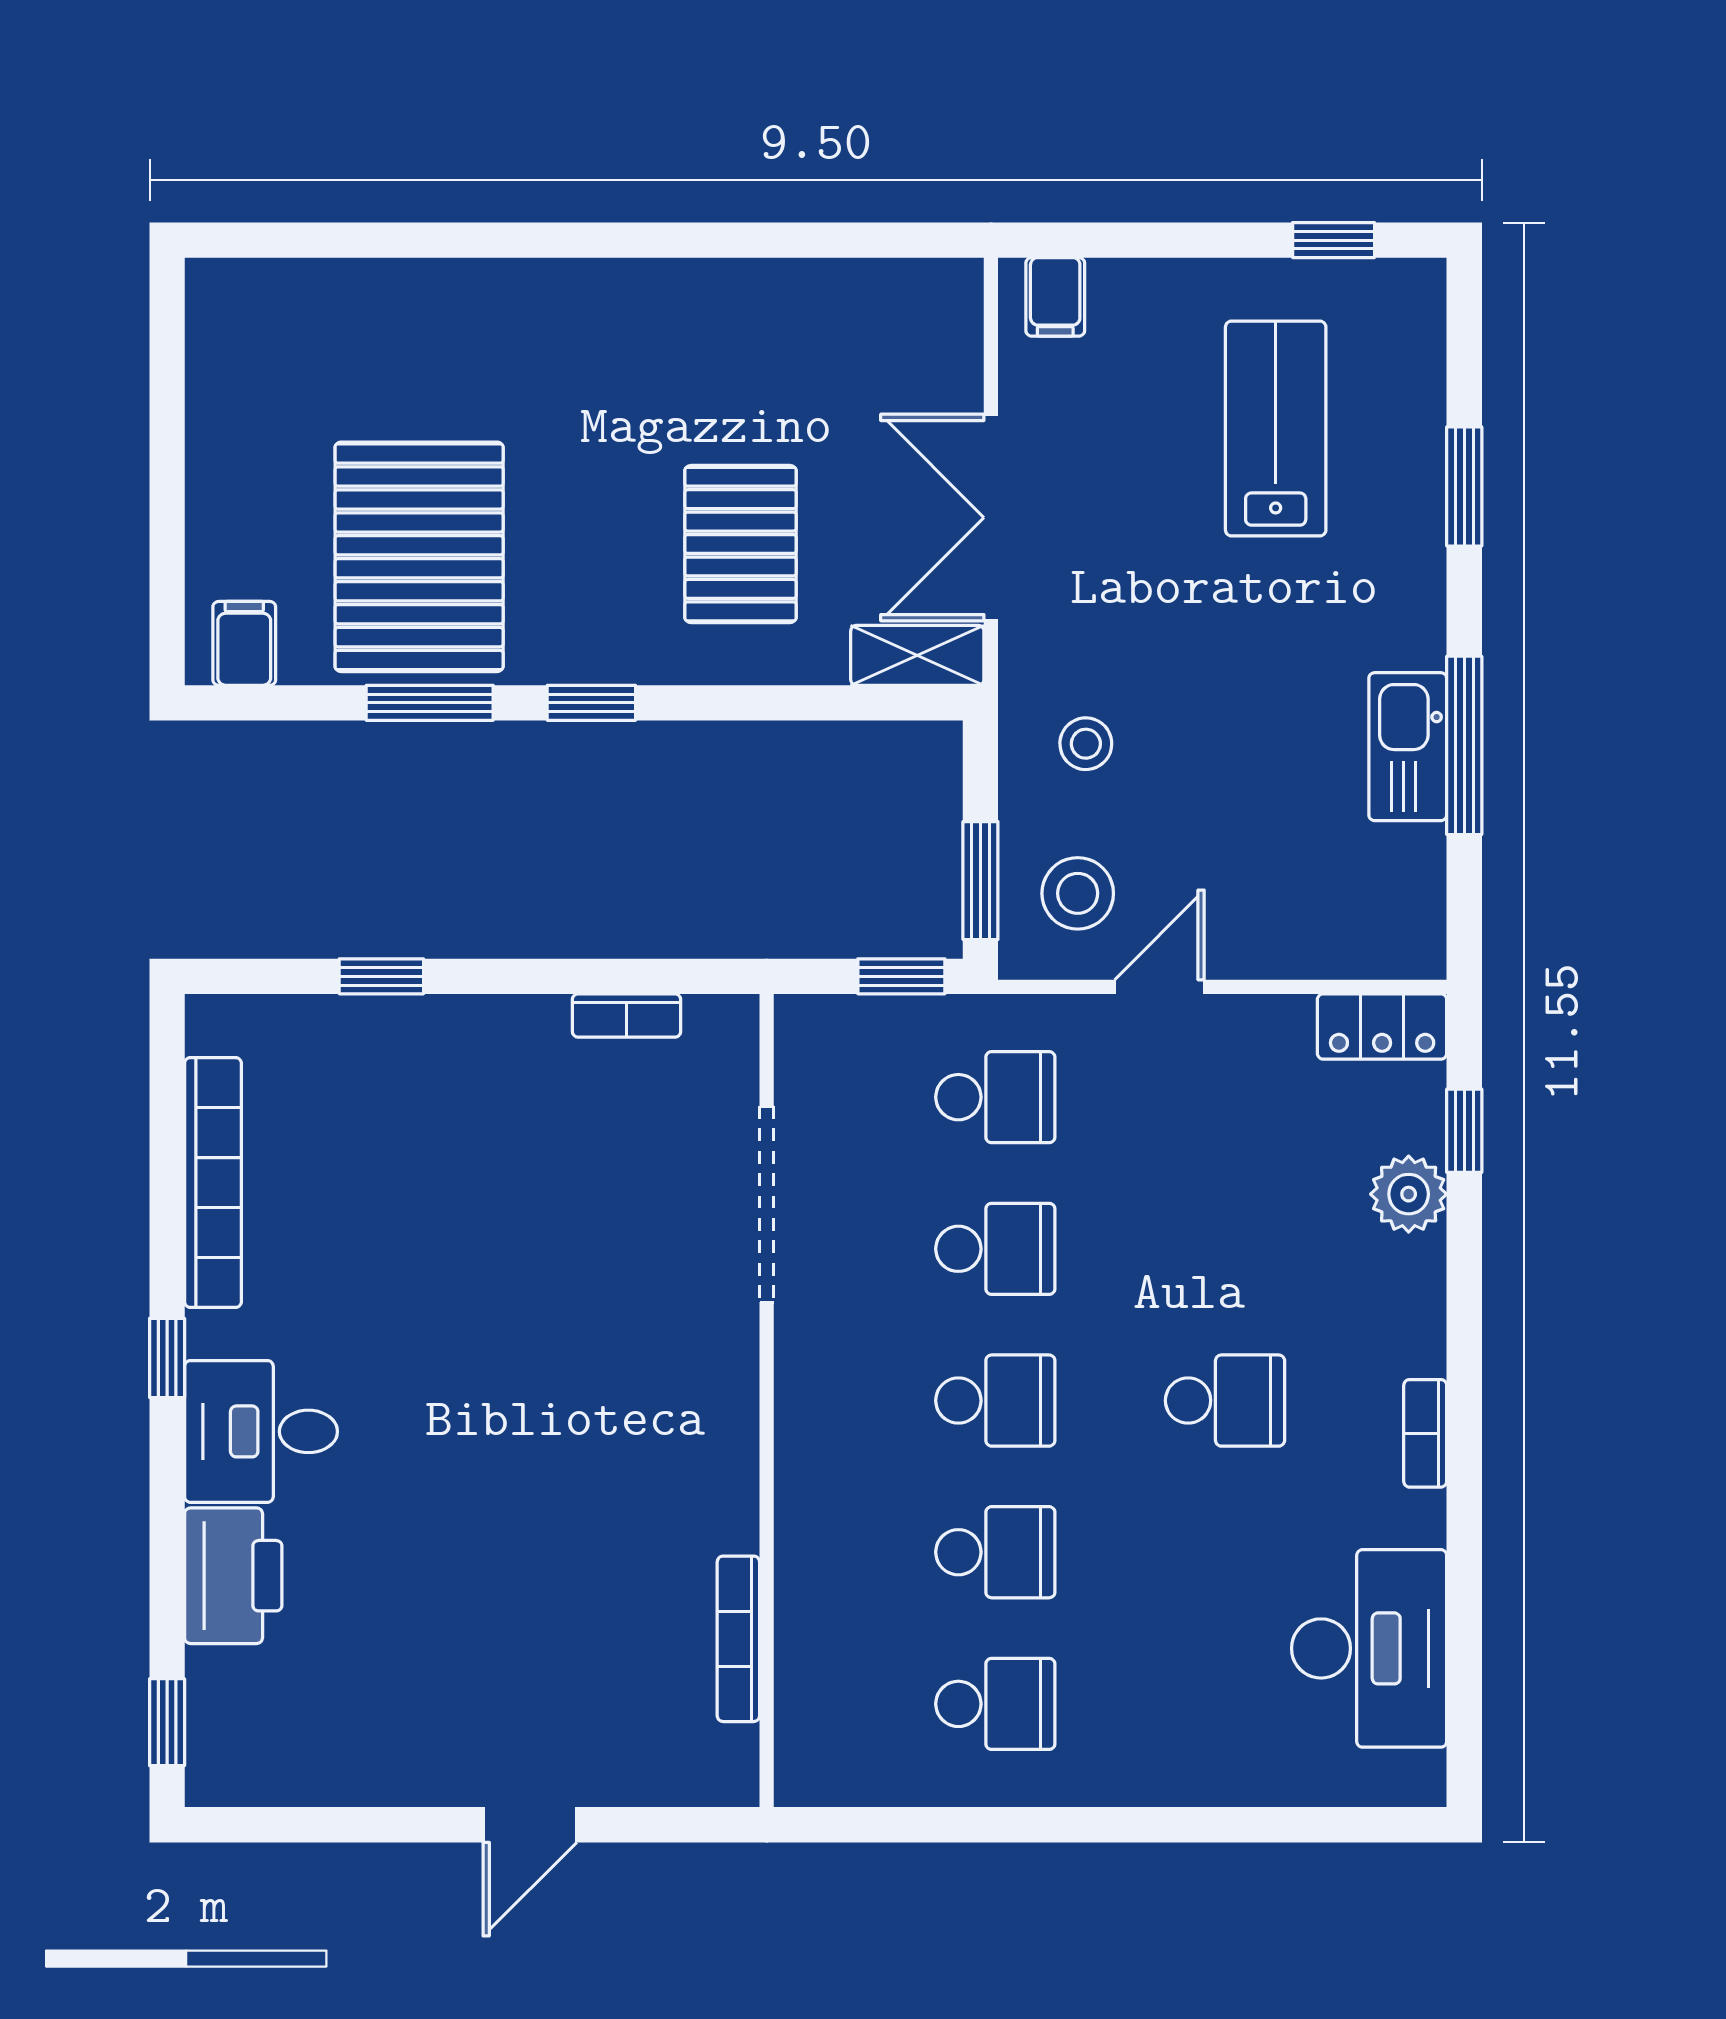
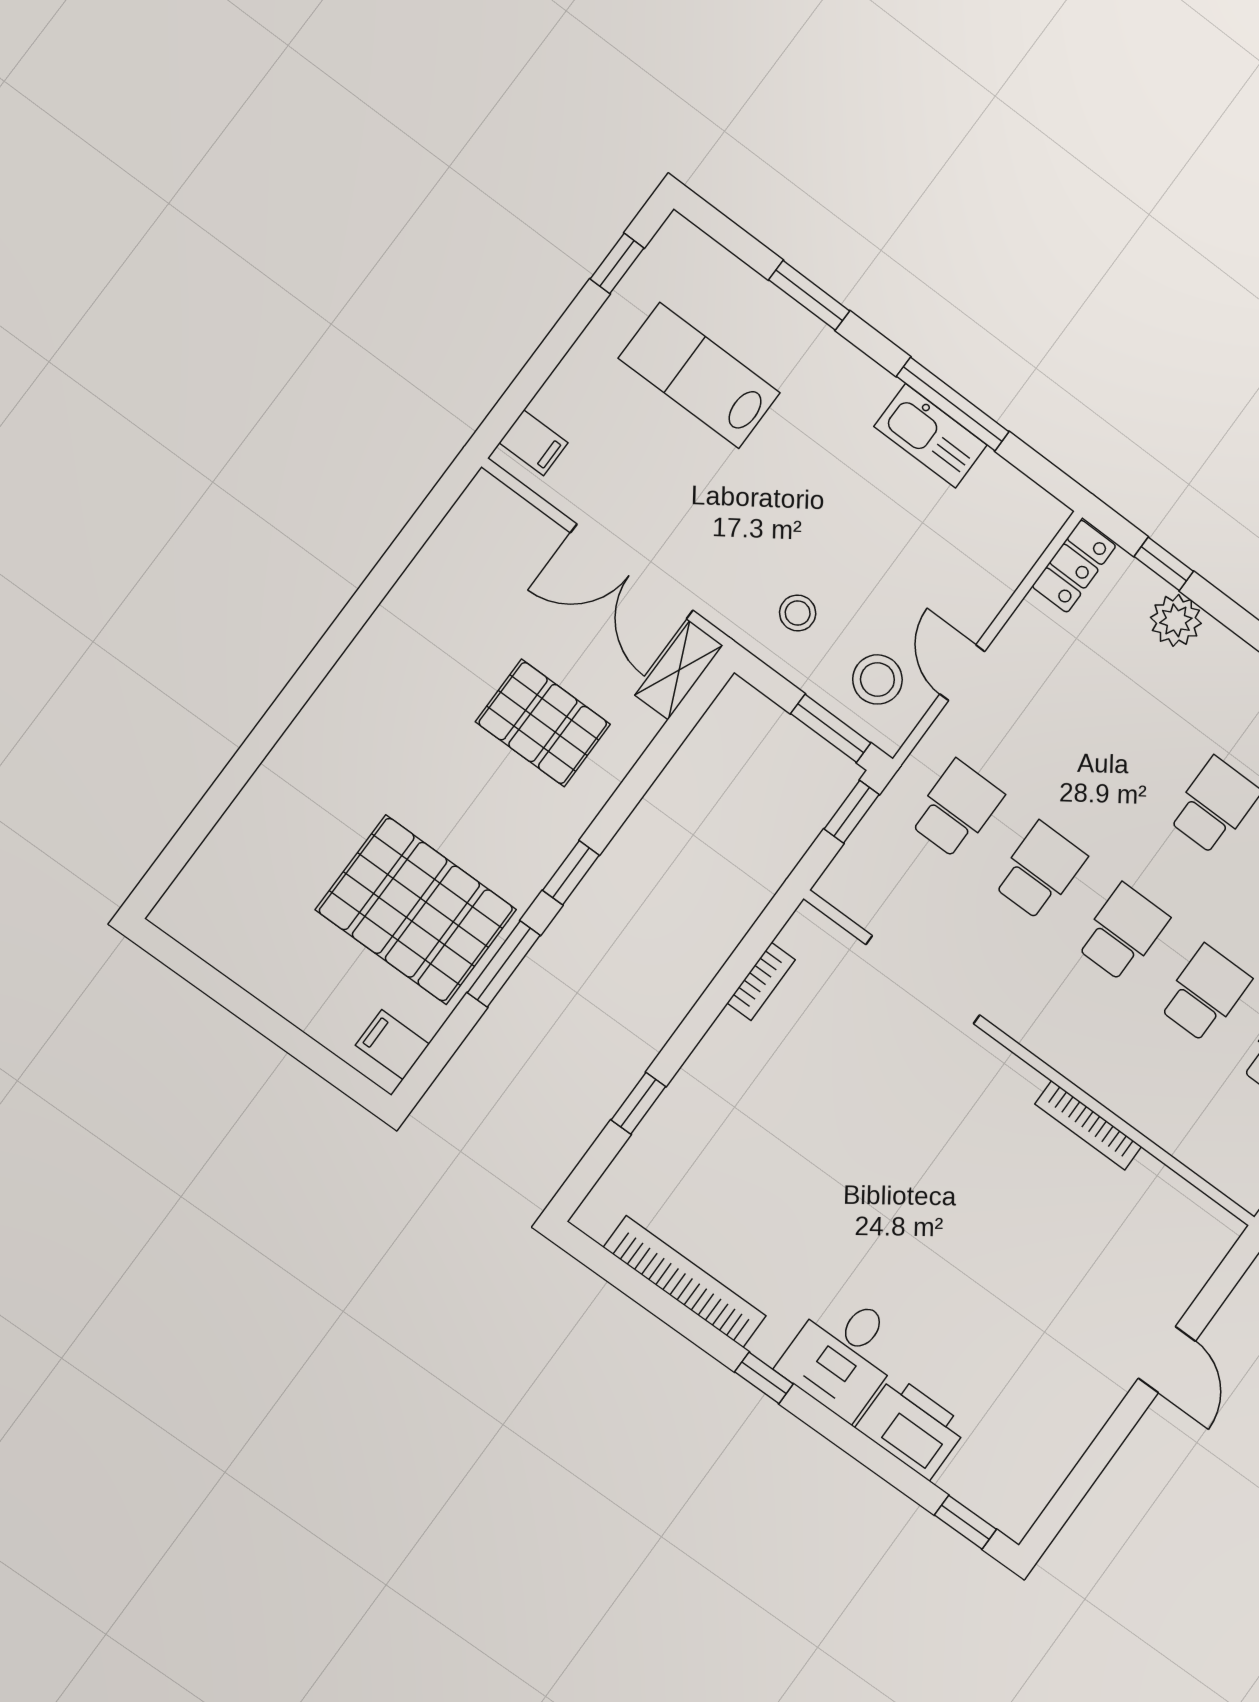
bookcase: (738, 1639) -> (1088, 1125), moved

